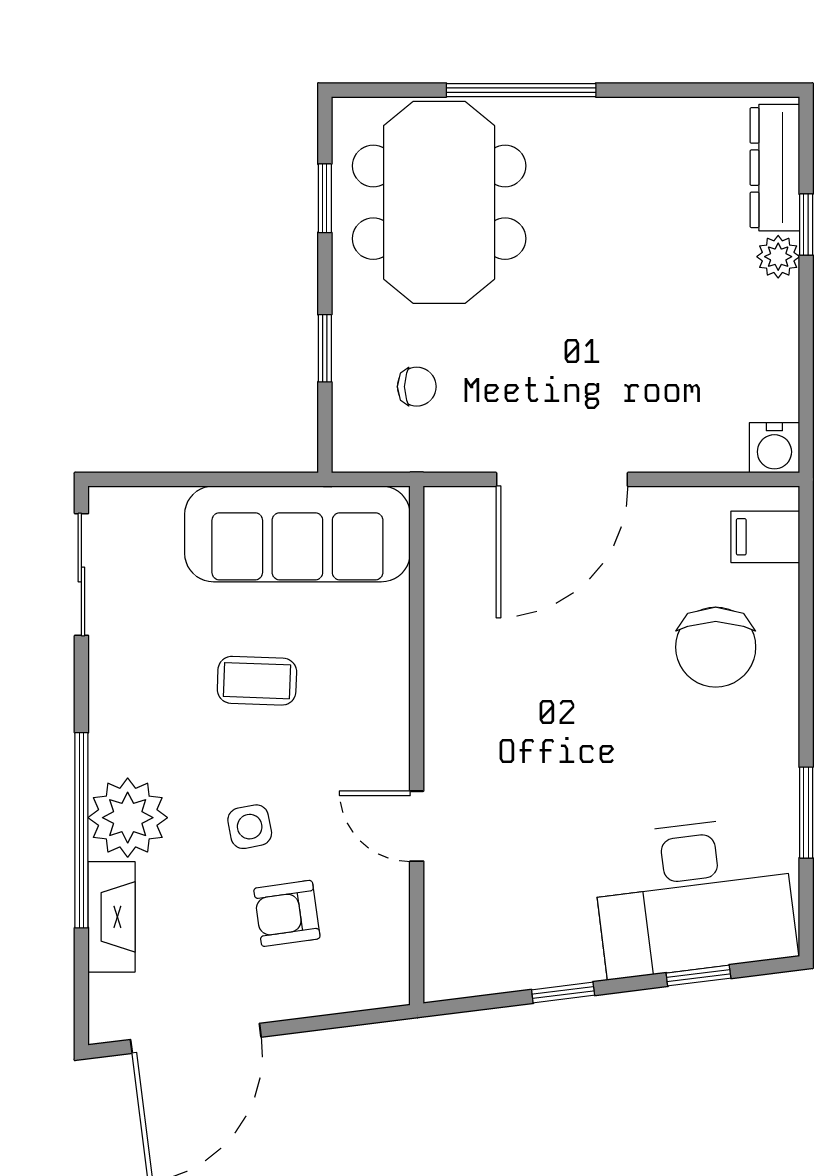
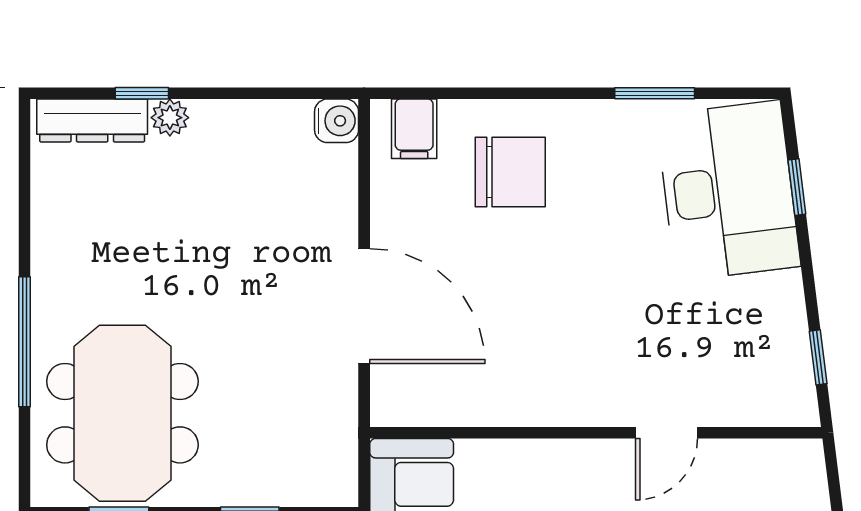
meeting table: (439, 202) -> (122, 413), turned 90
chair: (417, 387) -> (283, 433), removed
window: (563, 992) -> (818, 357), moved

